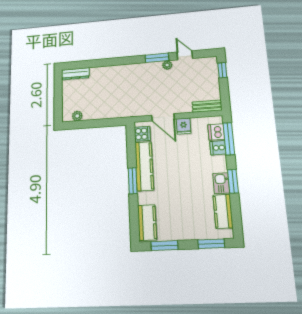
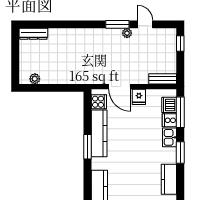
kitchen sink: (221, 183) -> (170, 137), moved

